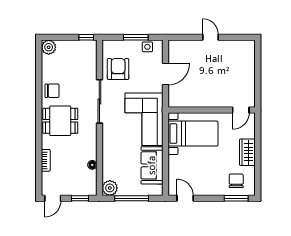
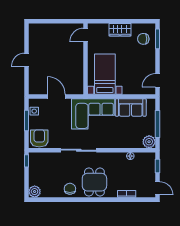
armchair: (118, 69) -> (39, 138), moved, turned 90
door: (241, 110) -> (86, 35), swing flipped

